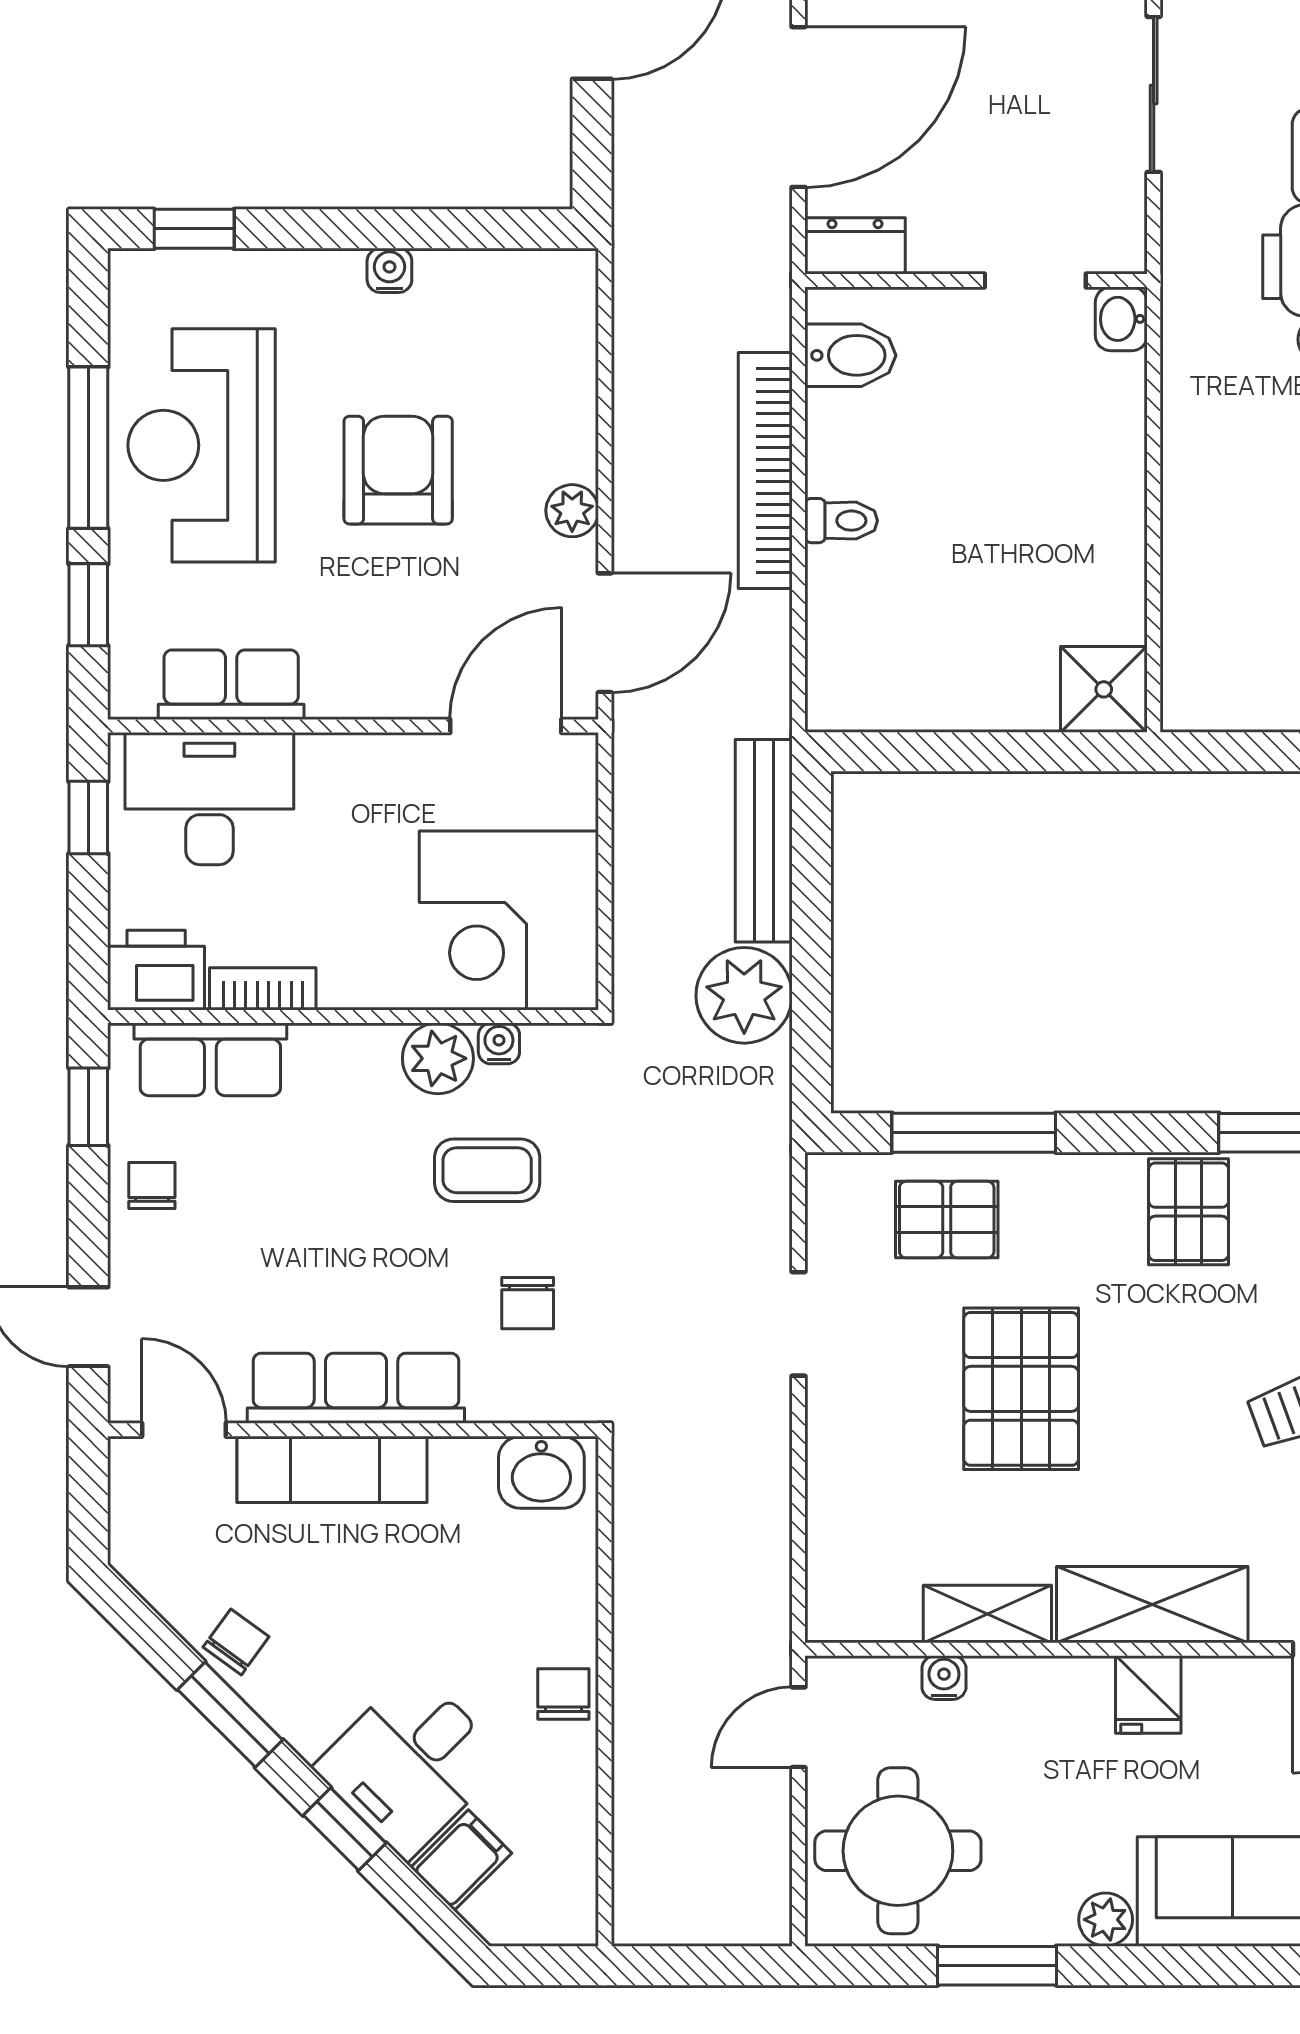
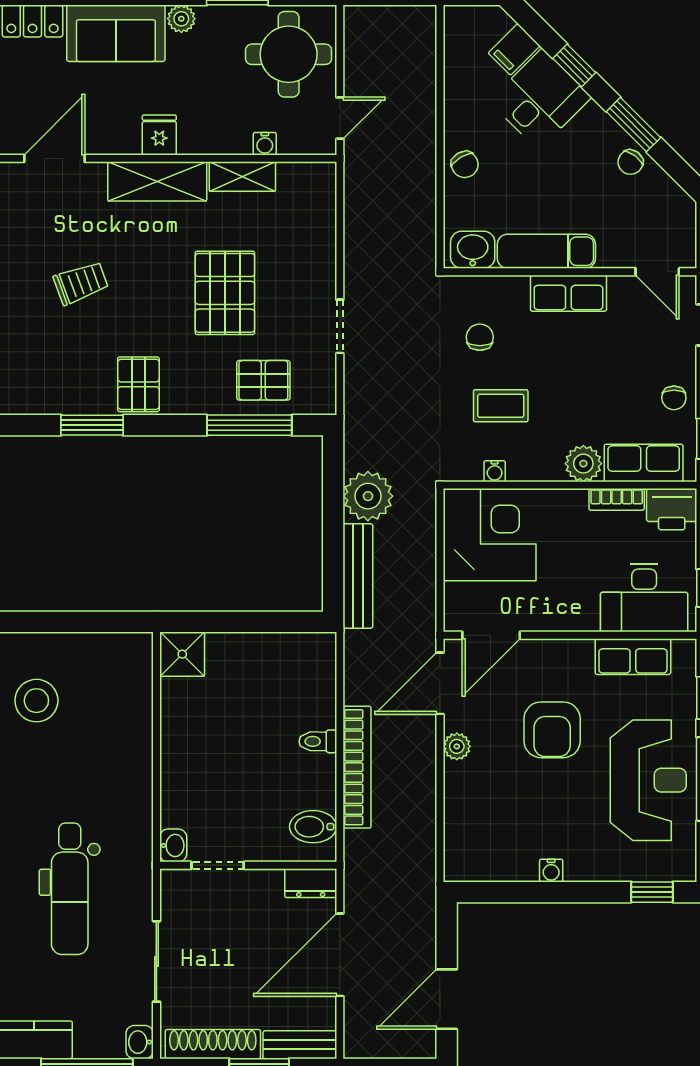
armchair: (398, 470) -> (552, 730), moved
plant: (438, 1058) -> (583, 464), moved
row of seats: (356, 1388) -> (568, 293), width x0.68
exam couch: (332, 1469) -> (546, 251), moved
chair: (563, 1694) -> (465, 164), moved, turned -31

